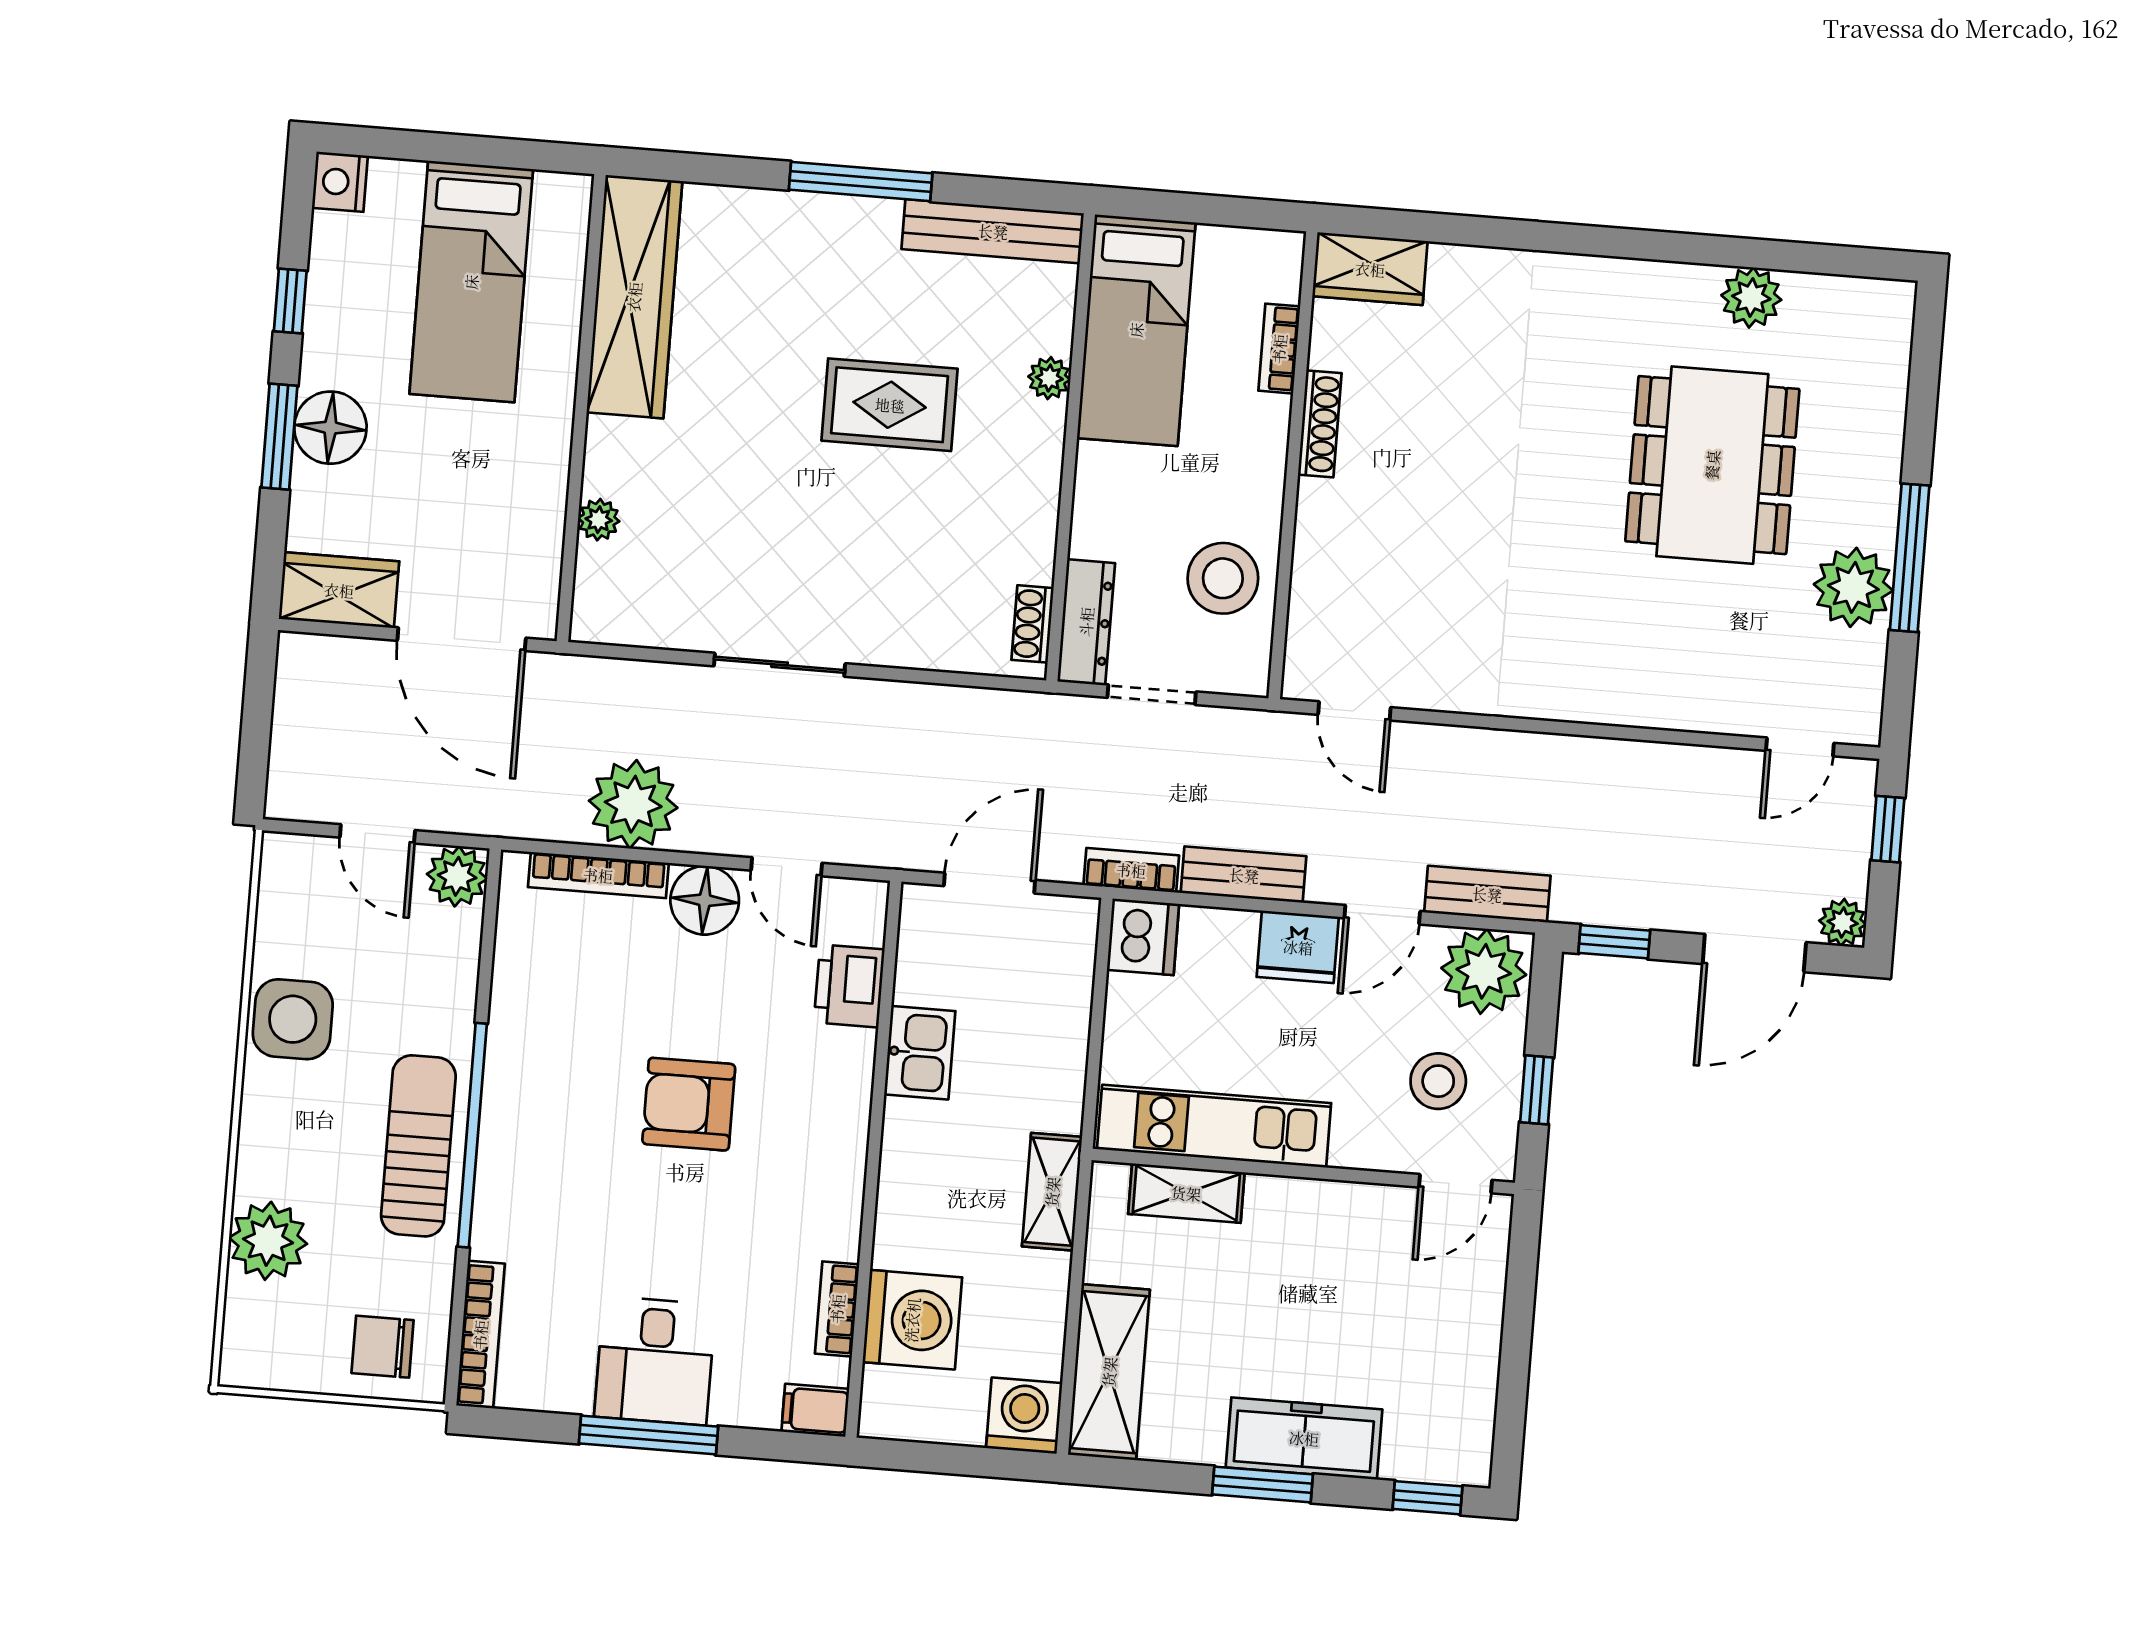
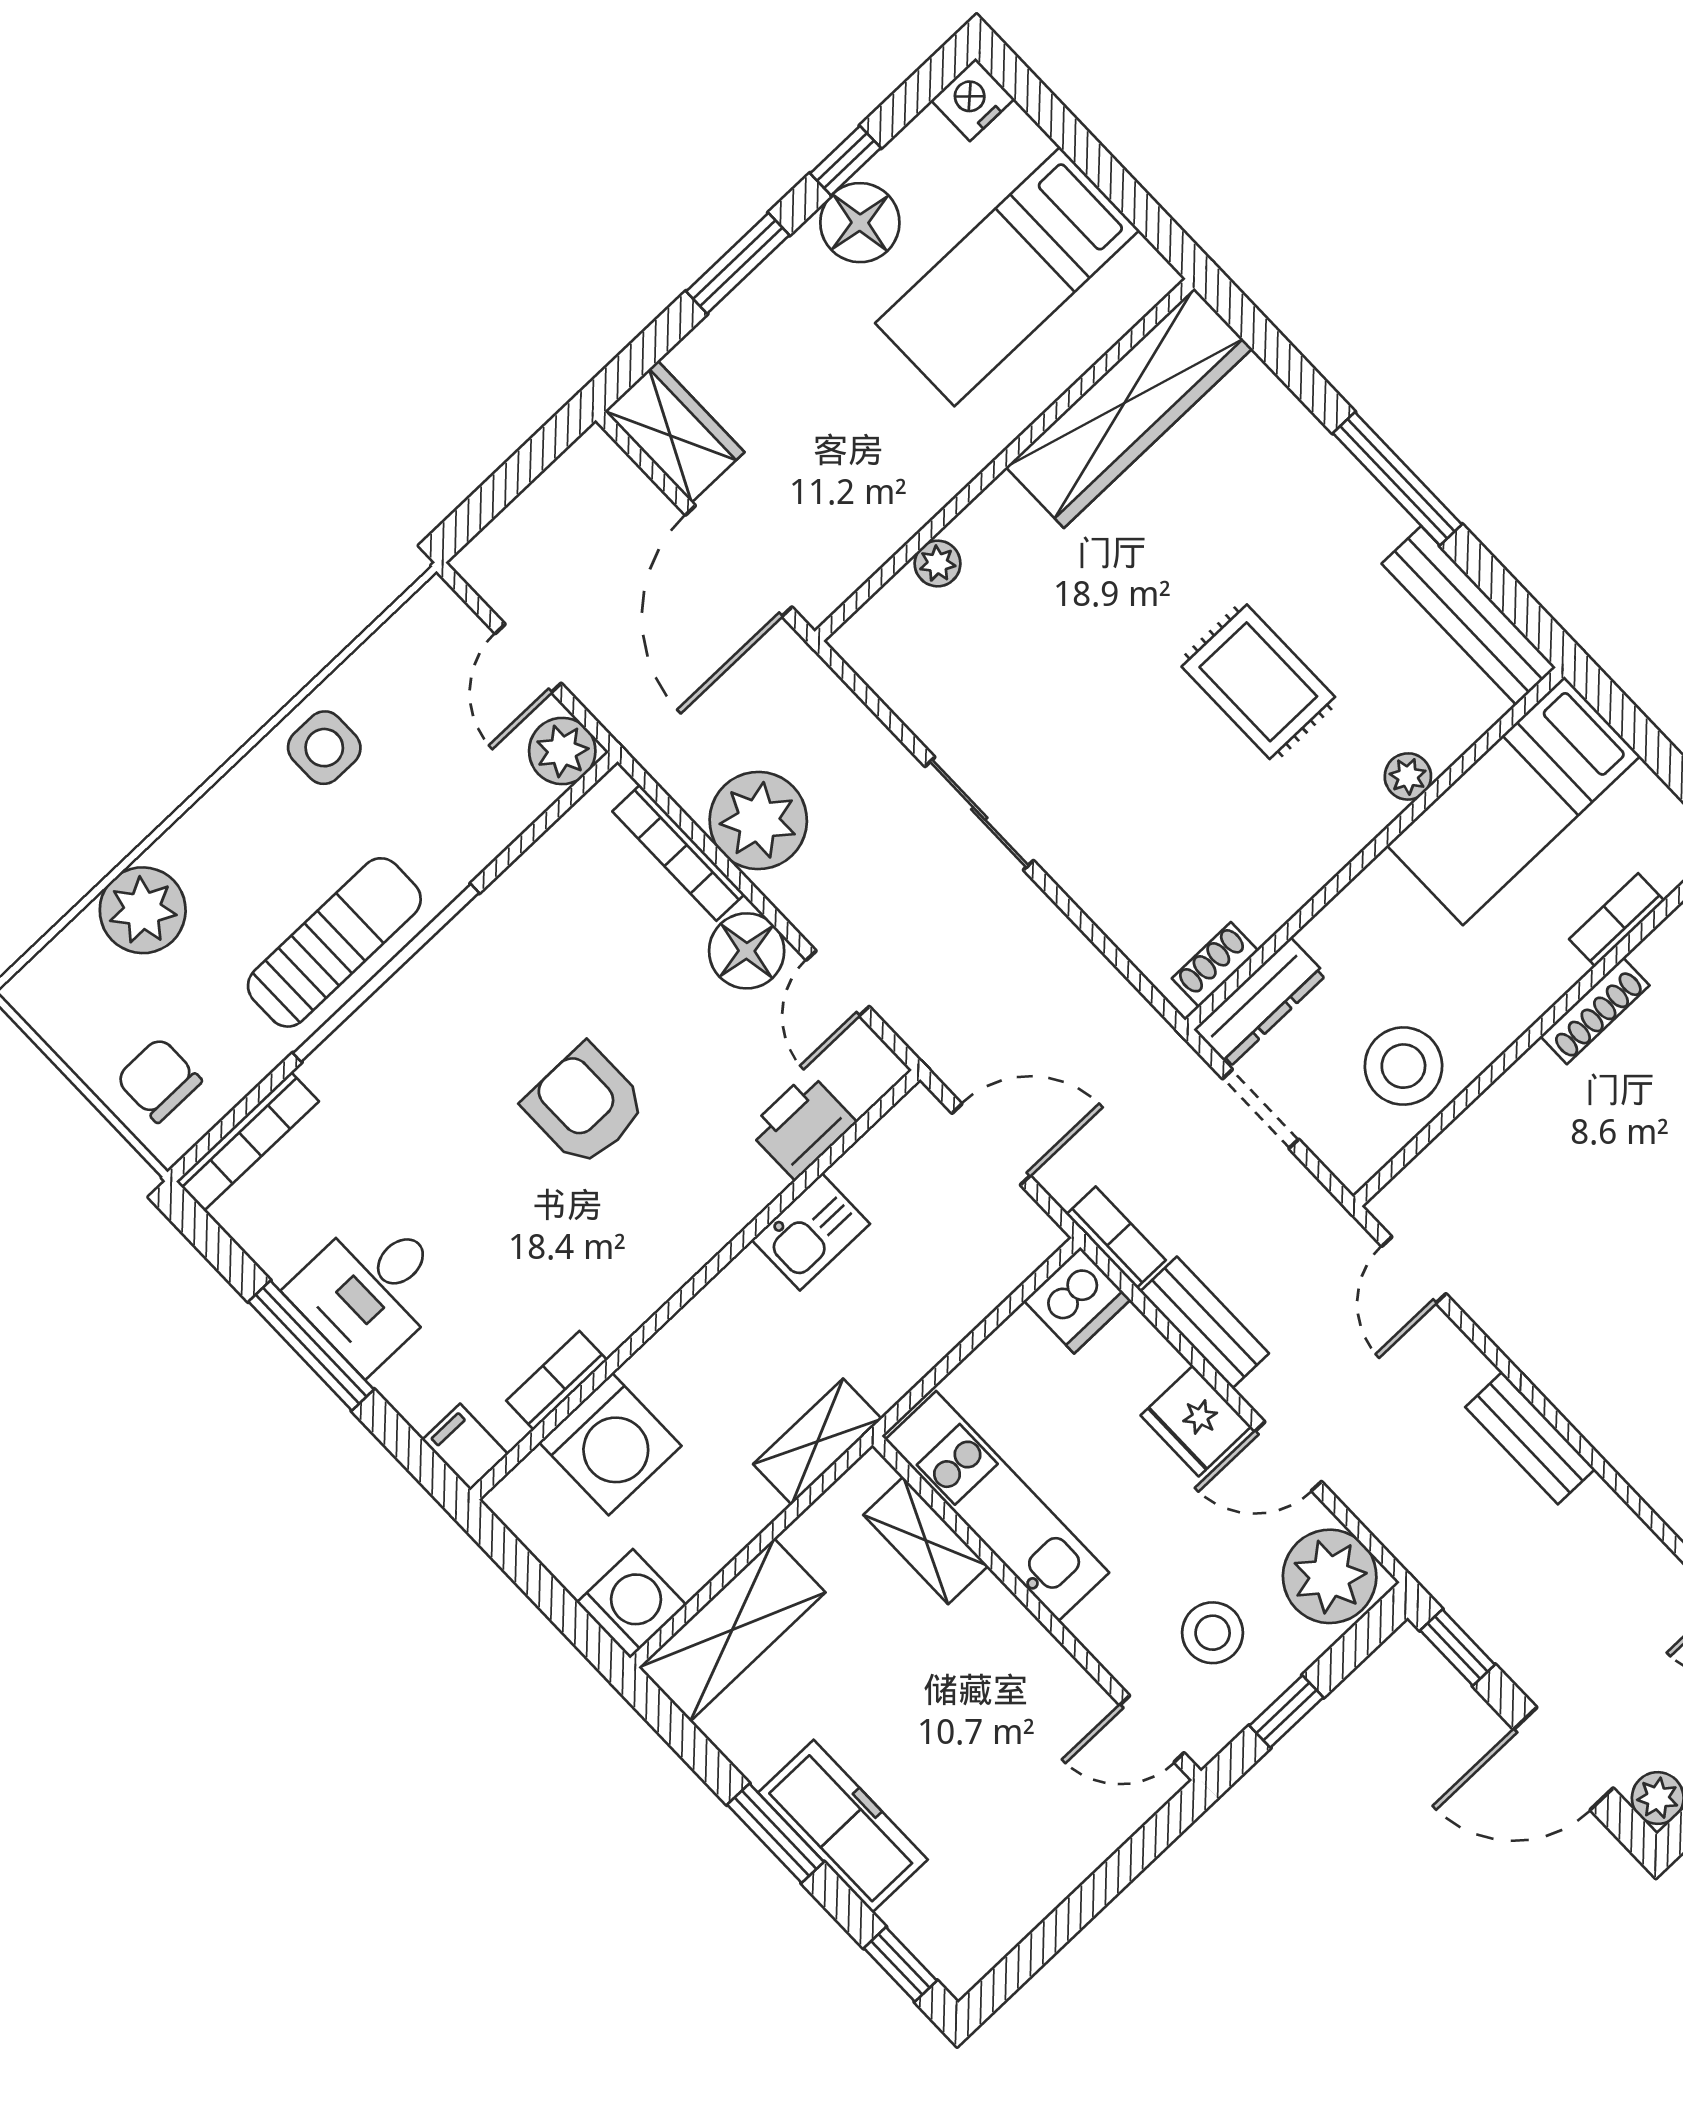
floor lamp: (330, 428) -> (860, 223), moved
bench: (1487, 894) -> (1530, 1438), moved
side table: (293, 1019) -> (324, 748), width x0.73, depth x0.73

